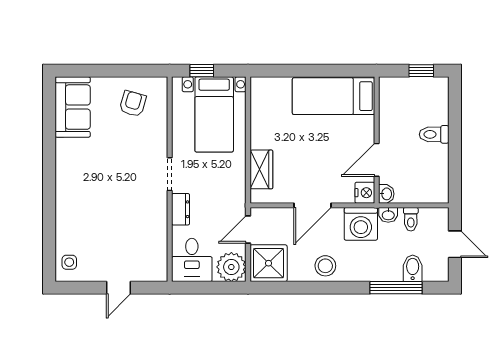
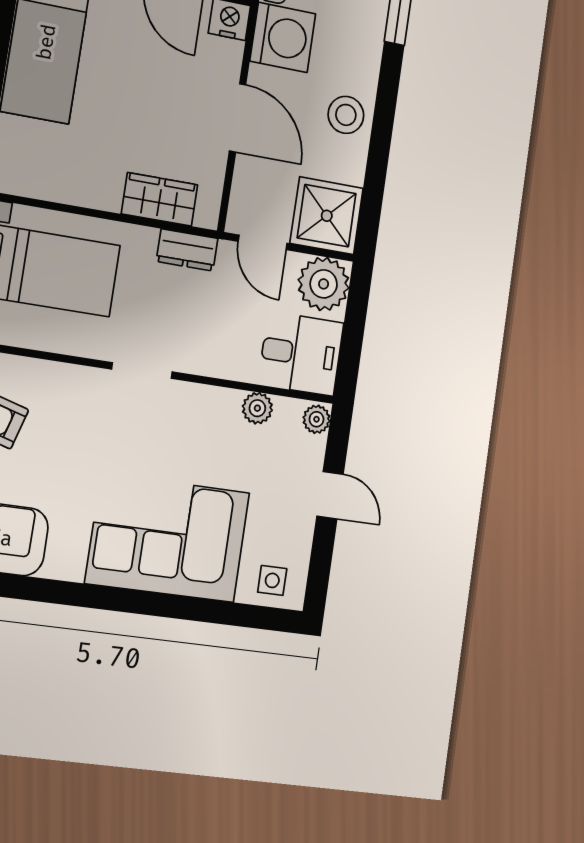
corner sofa: (84, 202) -> (168, 538), added
dresser: (181, 209) -> (187, 250), moved, turned 180
plant: (159, 240) -> (257, 408), added
plant: (158, 274) -> (316, 419), added

